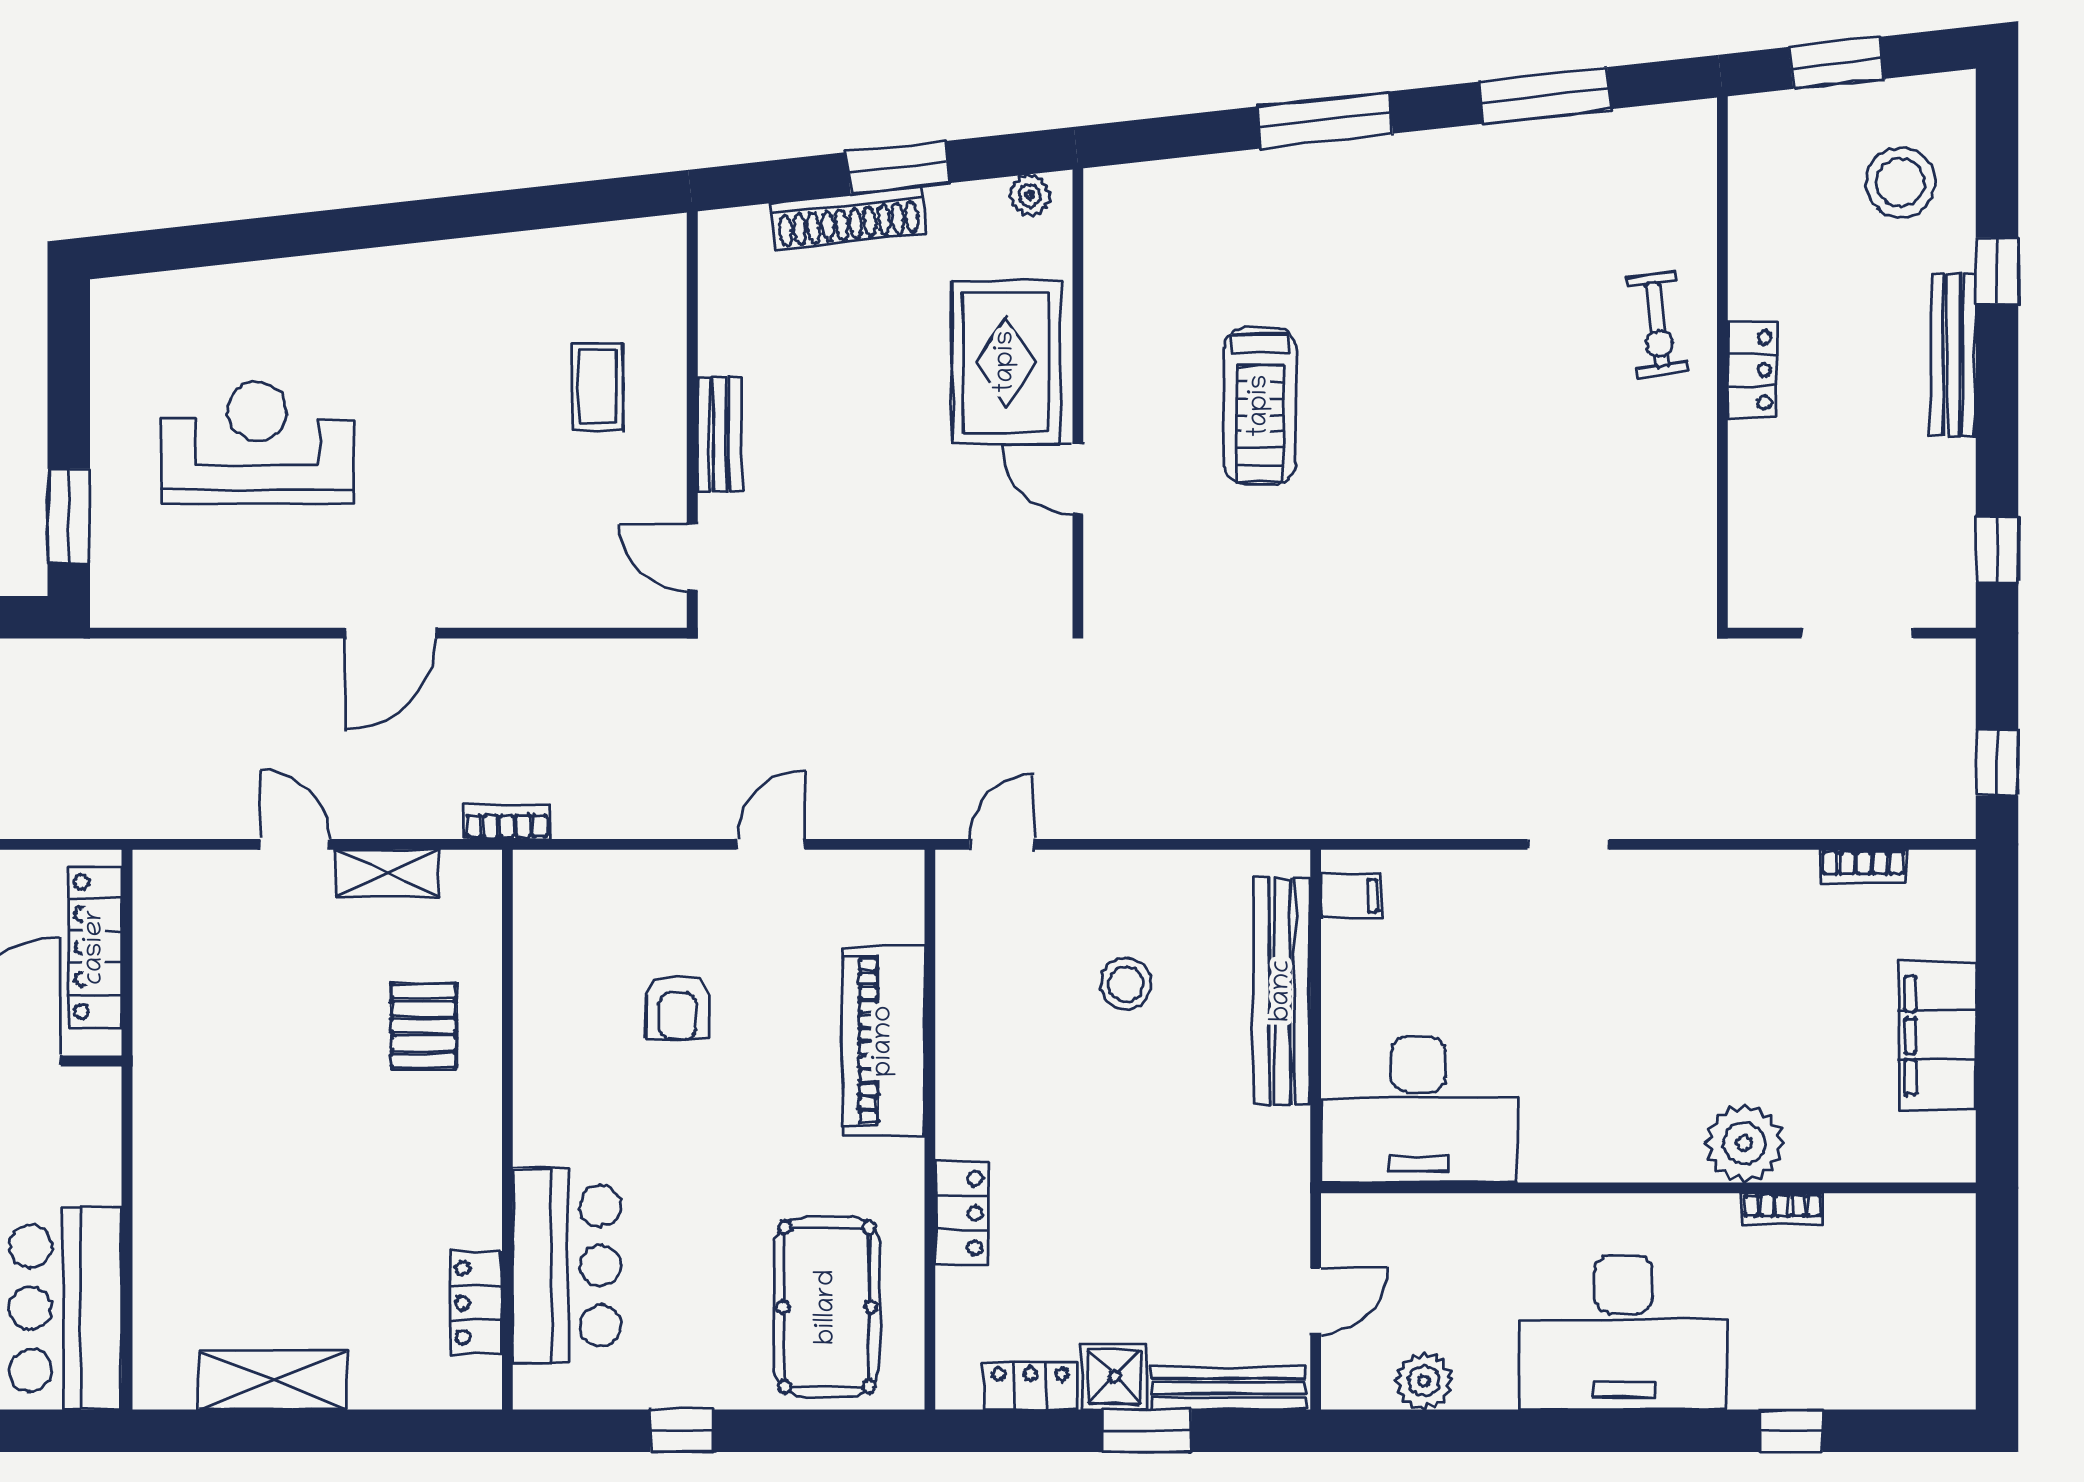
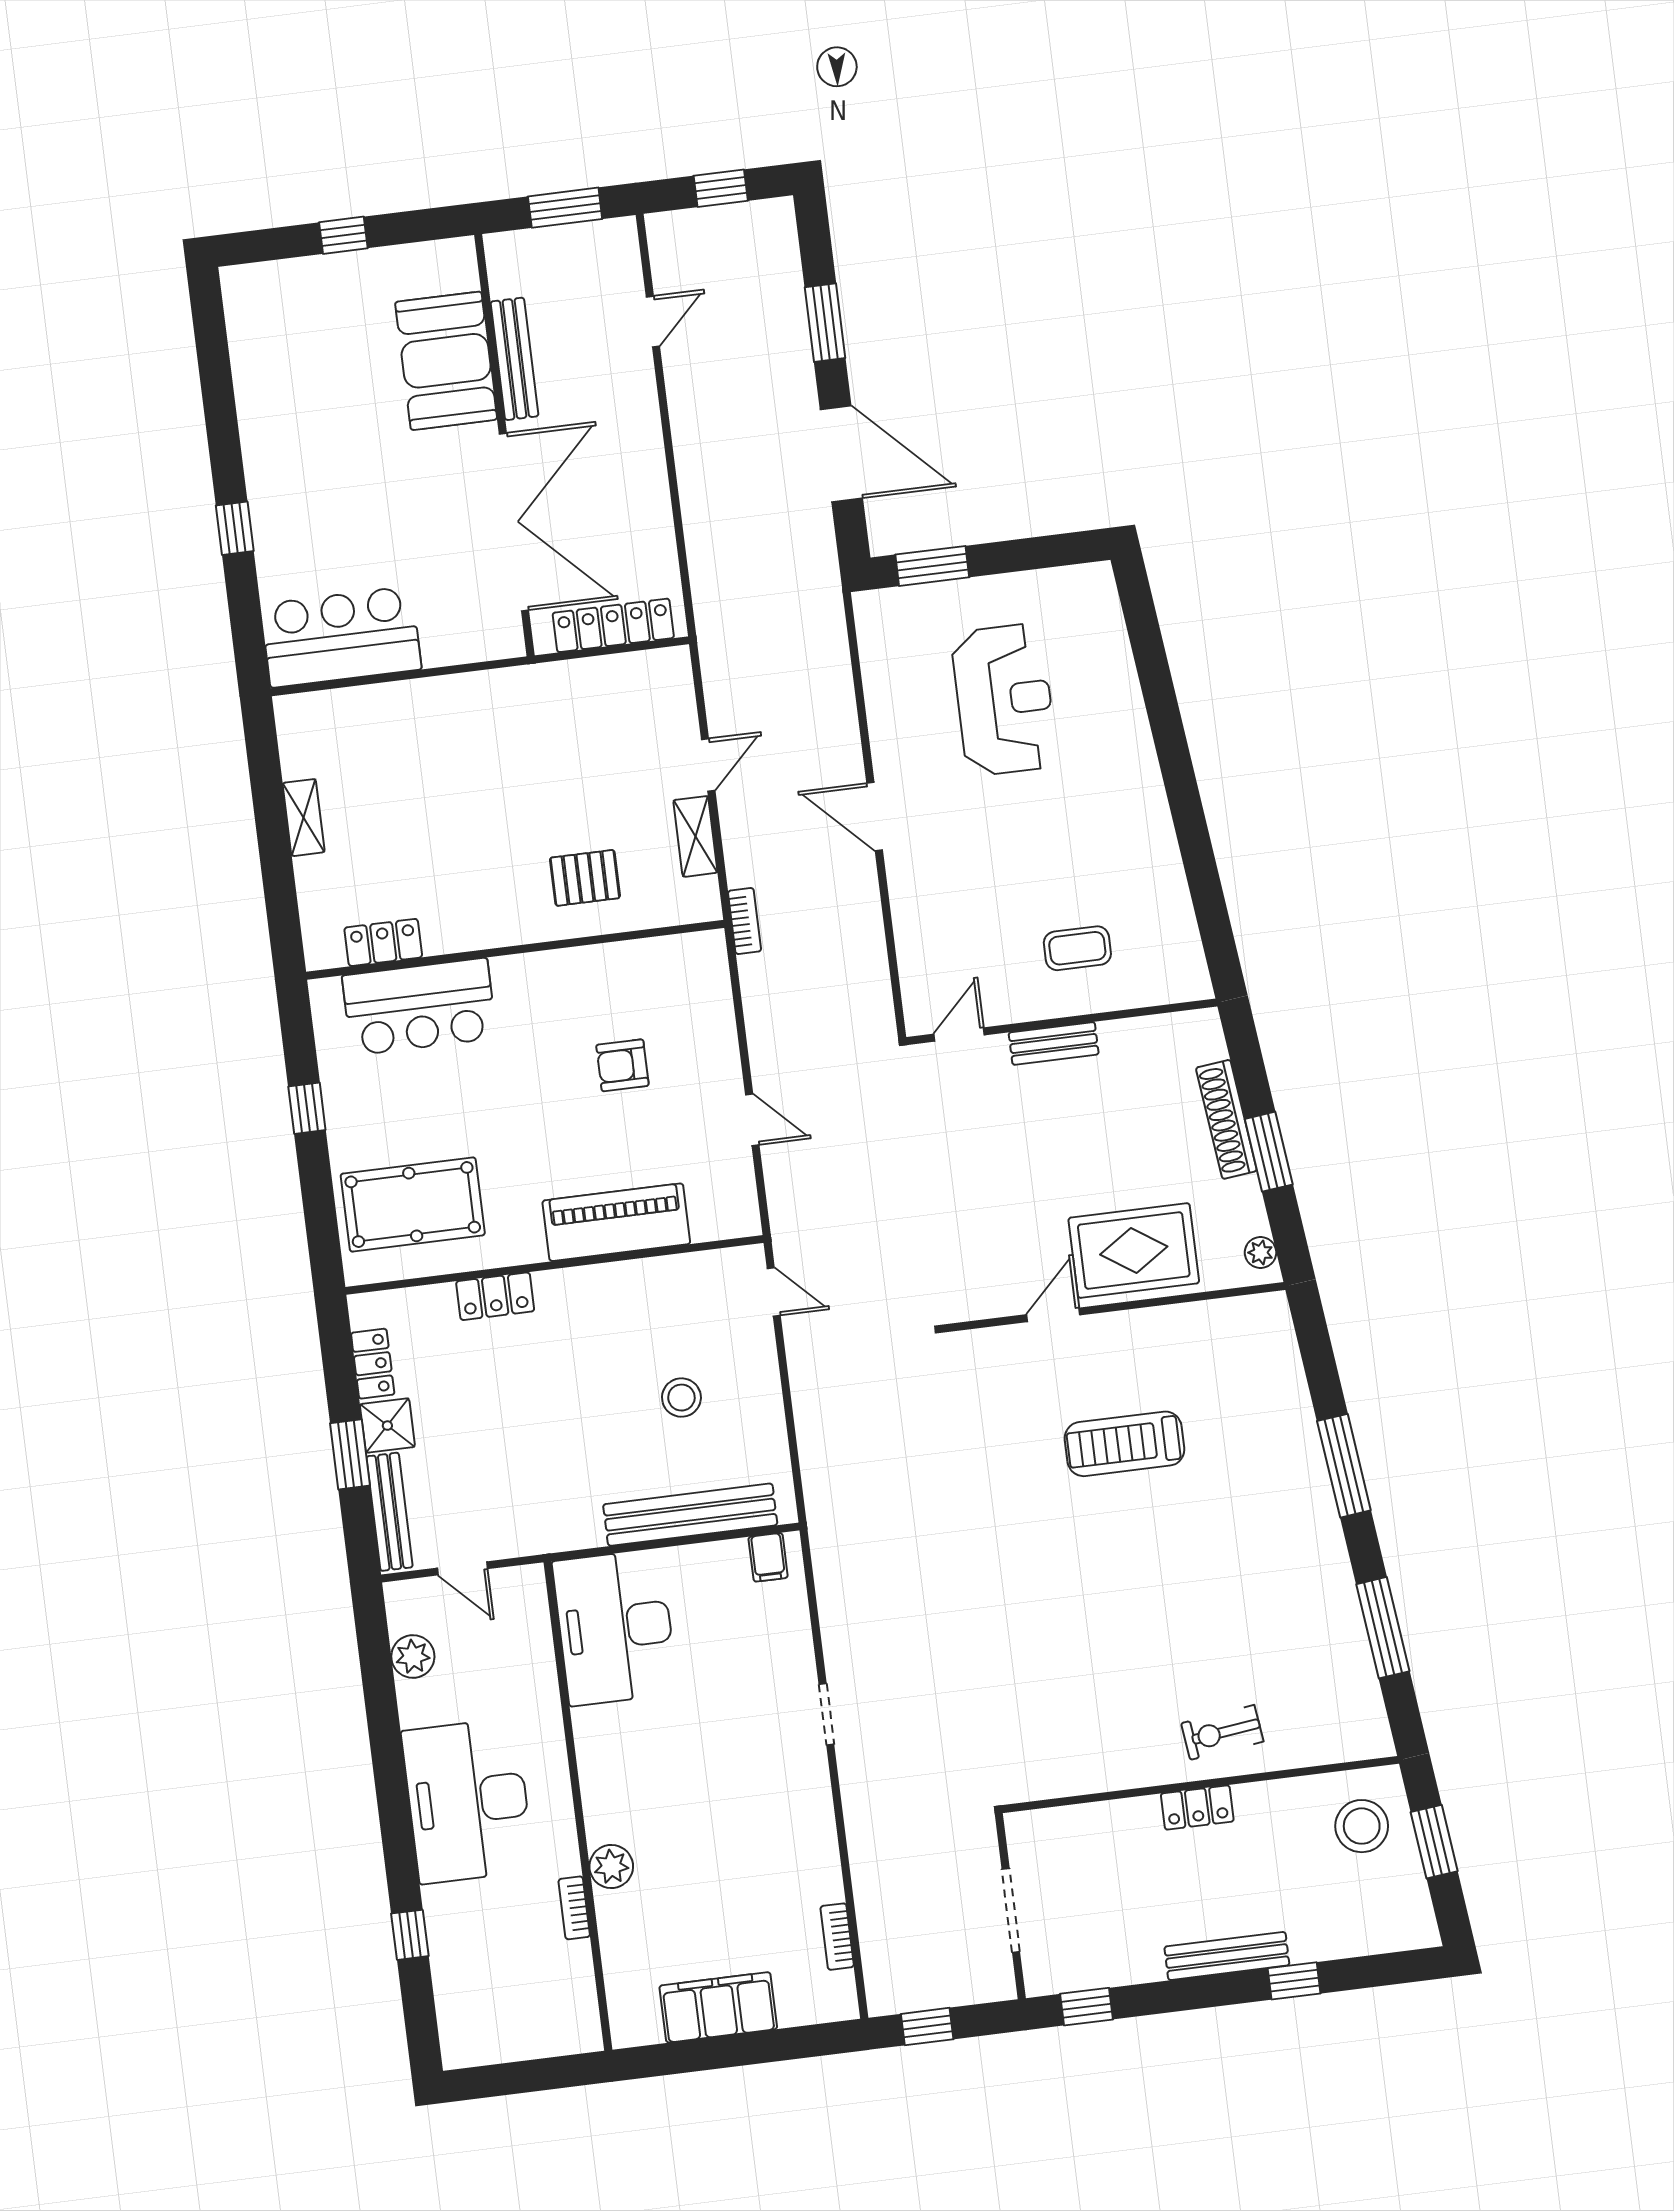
stool: (1901, 183) -> (1362, 1826), moved
plant: (1744, 1143) -> (611, 1867), width x0.73, depth x0.73
shelving: (273, 1380) -> (304, 818), width x0.67, depth x0.75

